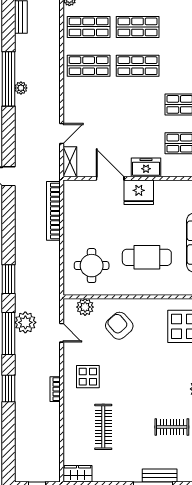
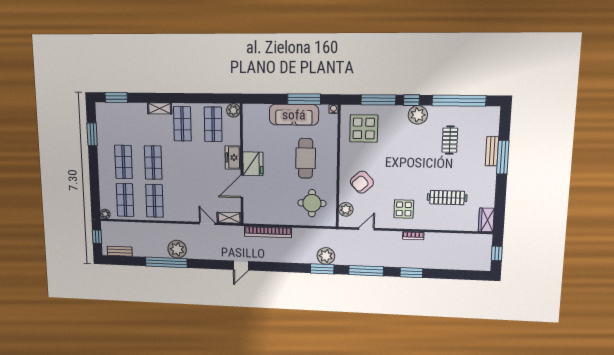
plant: (21, 88) -> (177, 249), width x1.88, depth x1.88
plant: (25, 322) -> (326, 256), moved

